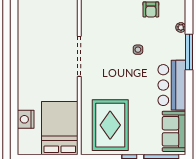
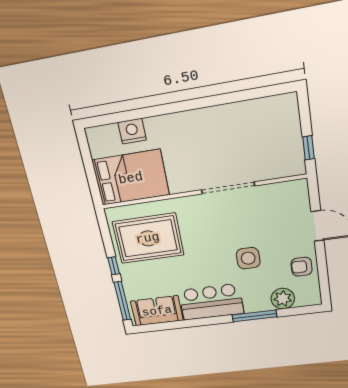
plant: (181, 27) -> (283, 299), width x1.88, depth x1.88
side table: (138, 50) -> (248, 258), width x1.87, depth x1.87

